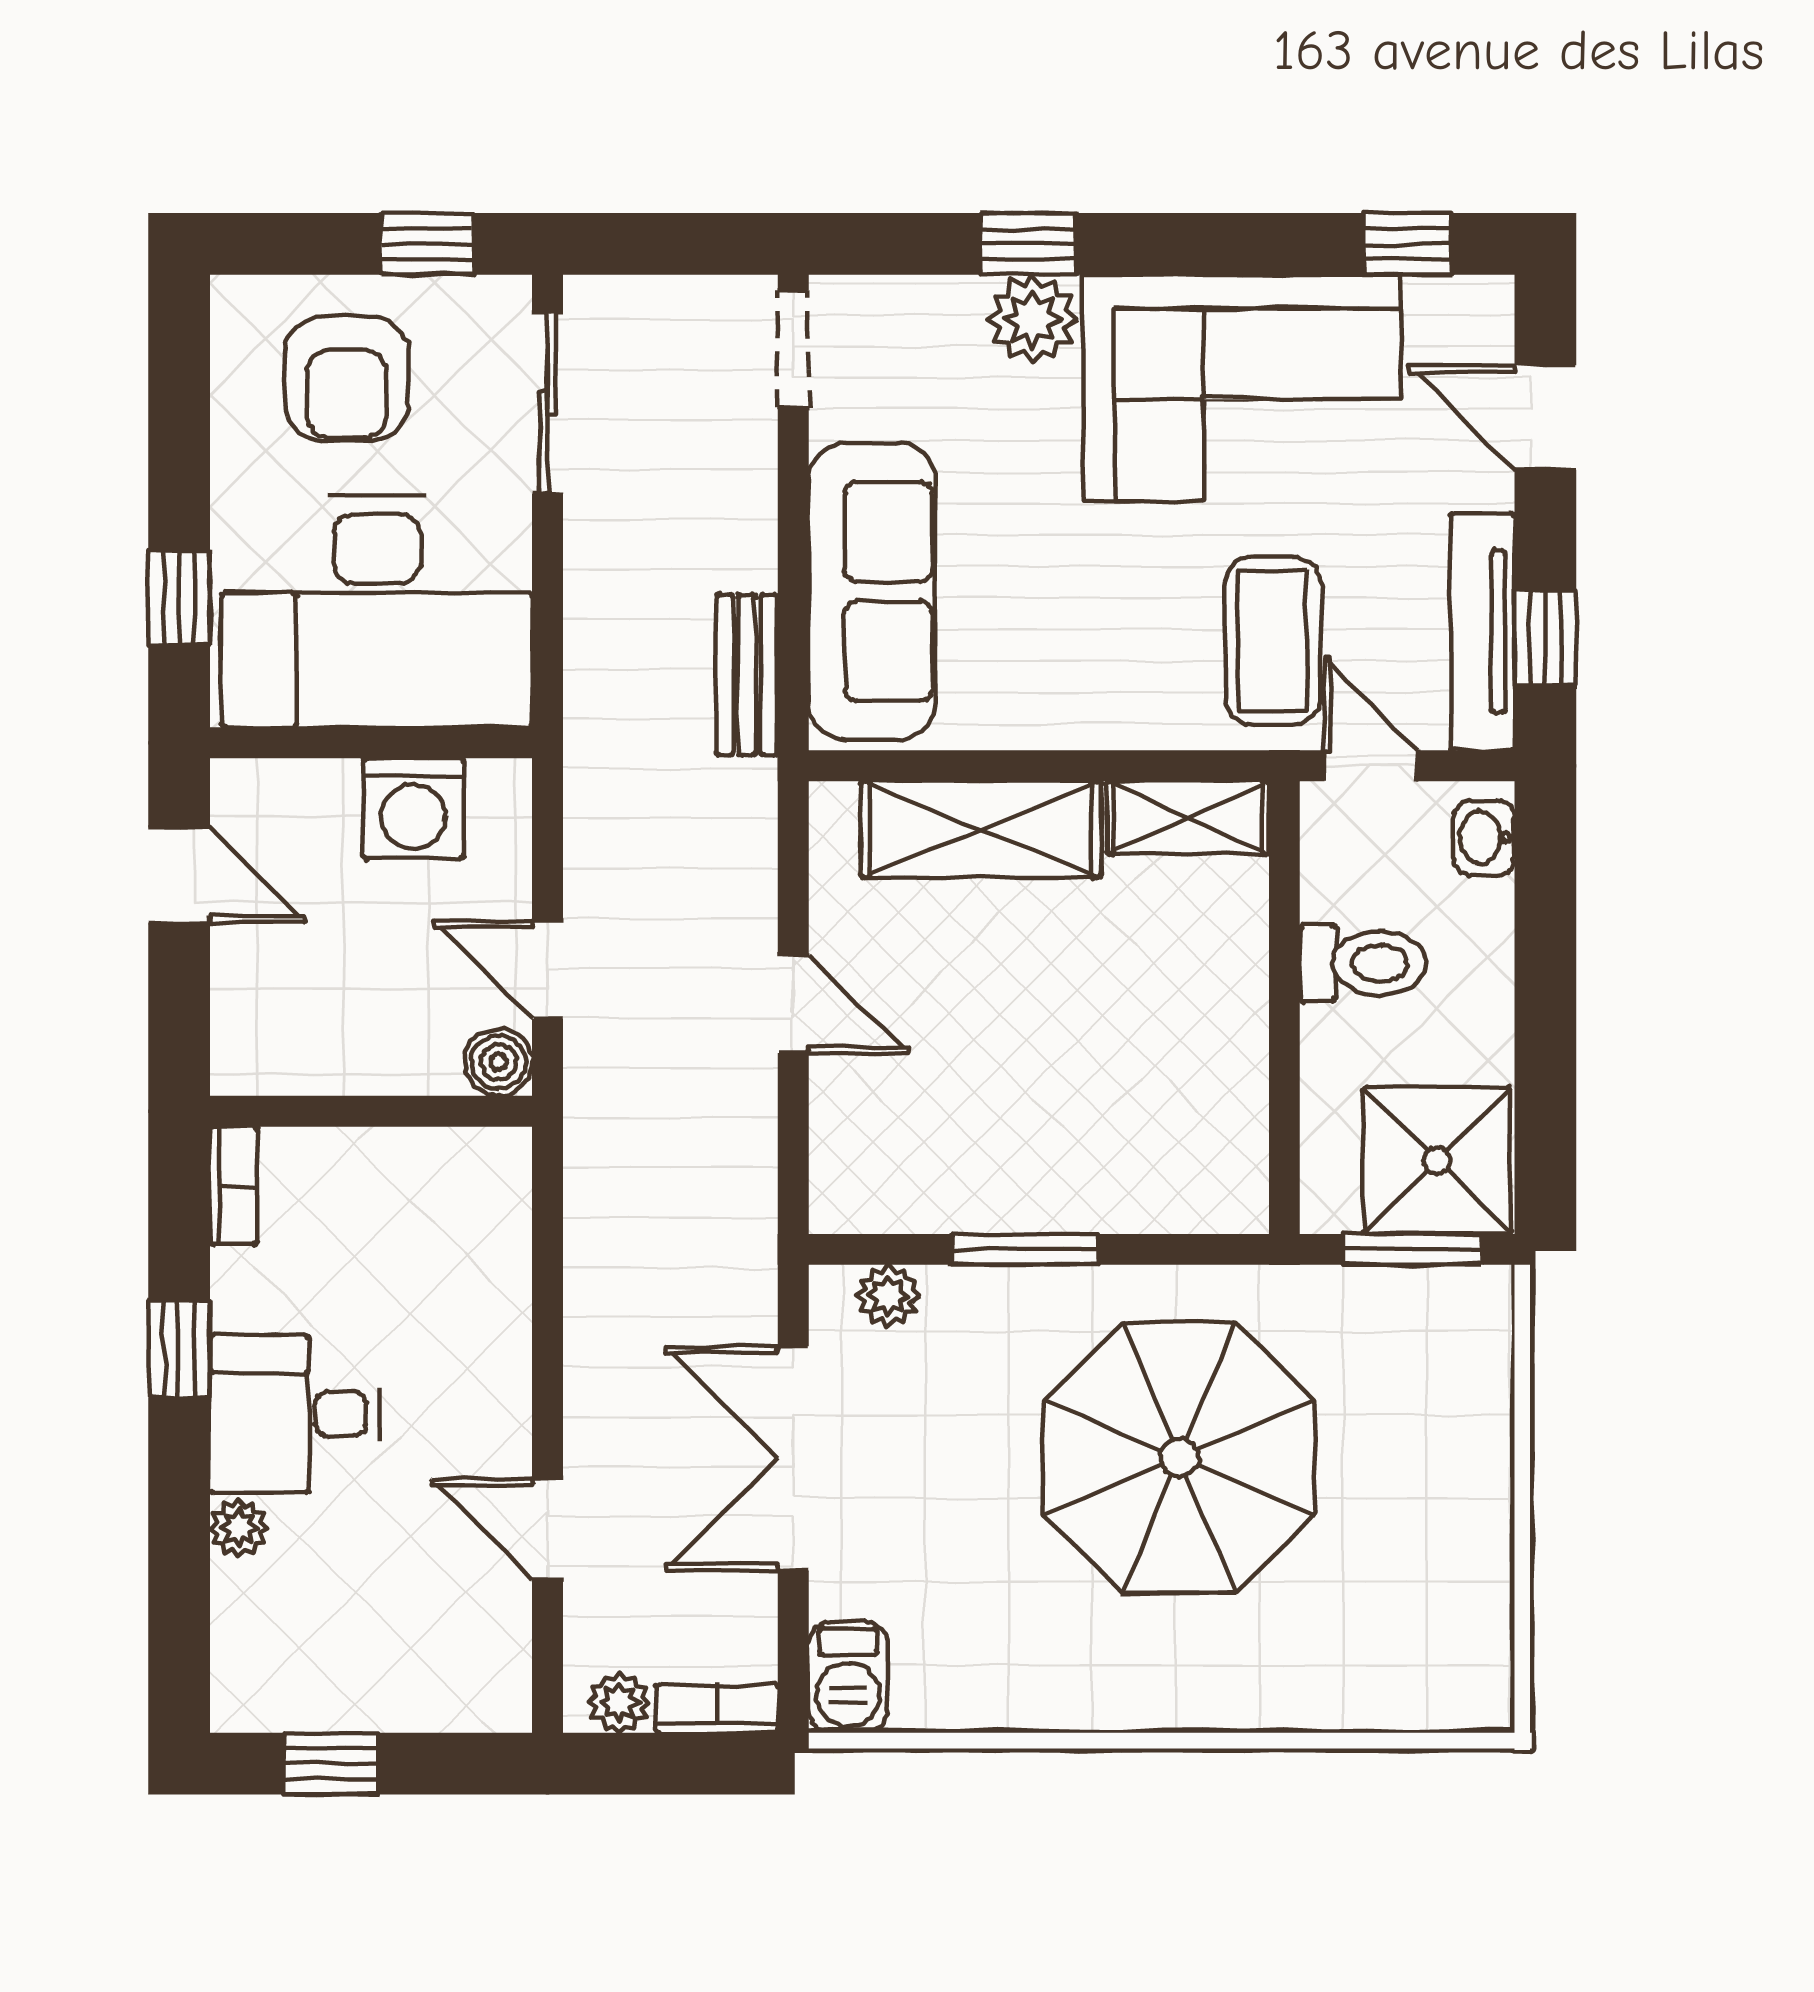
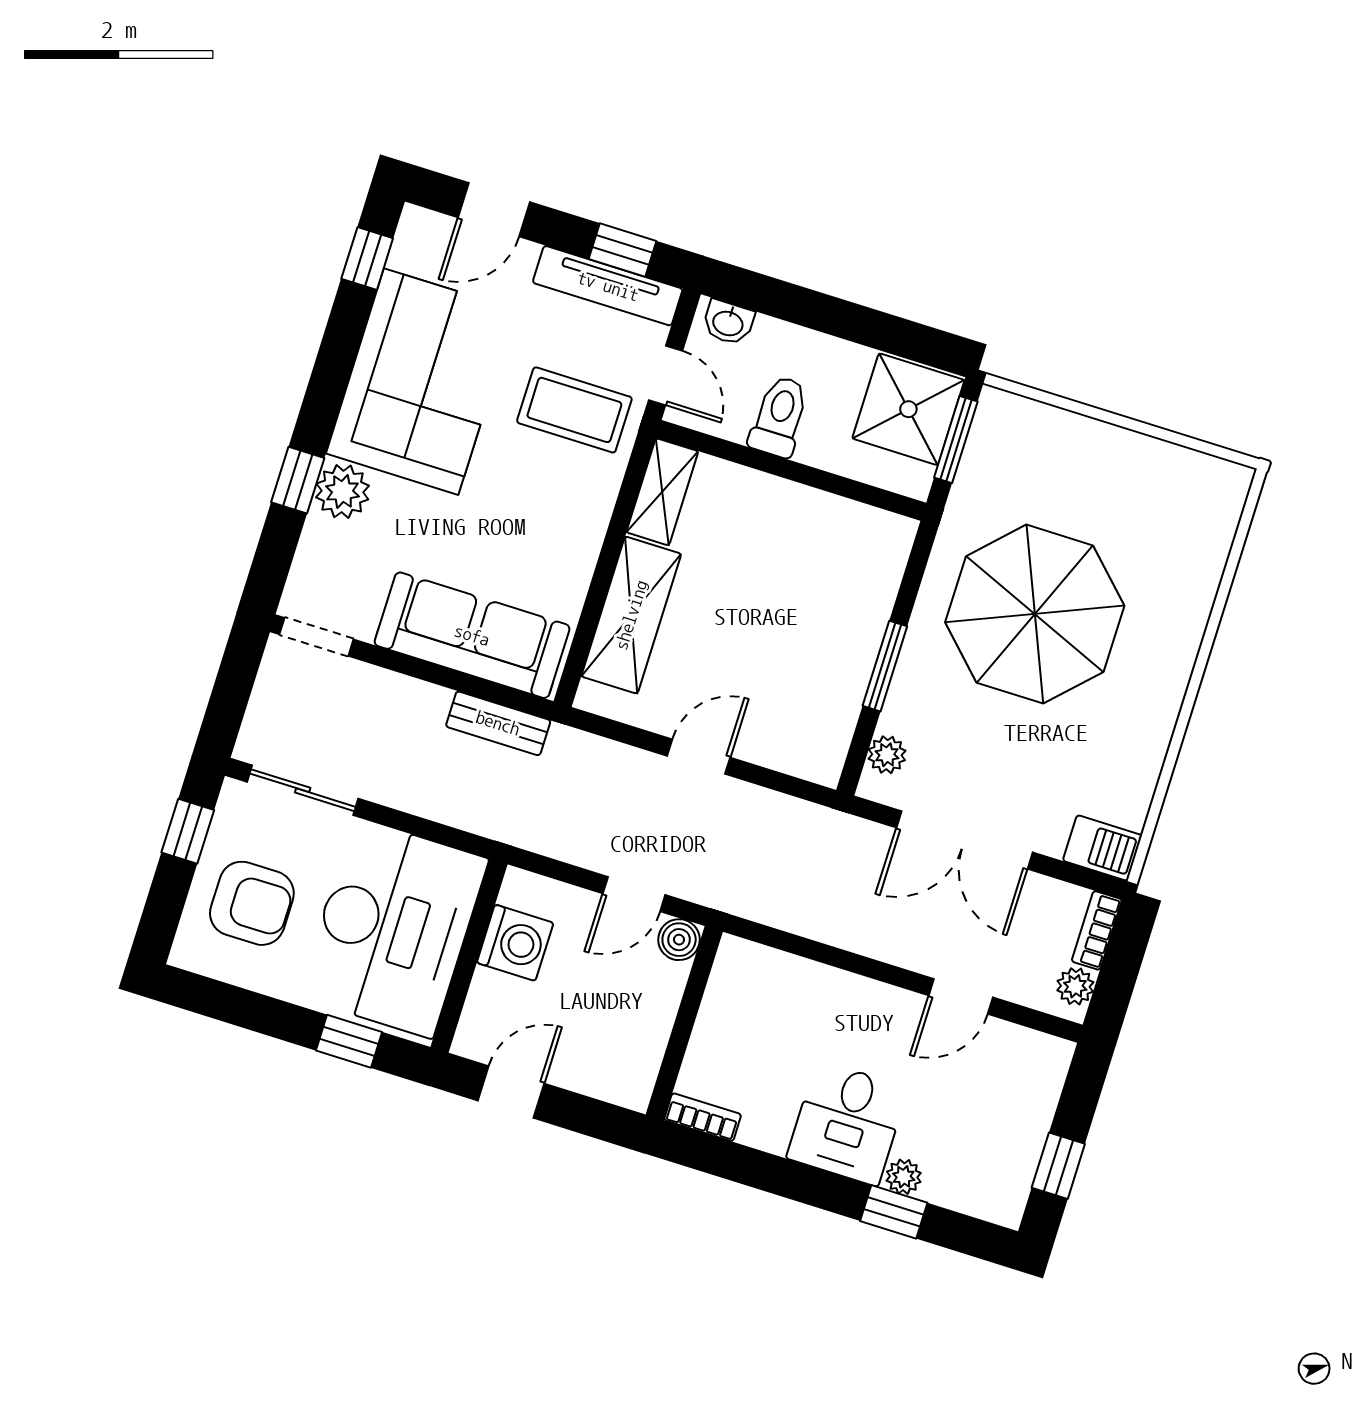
door: (1371, 766) -> (666, 375), swing flipped
window: (179, 1349) -> (894, 1212), moved

